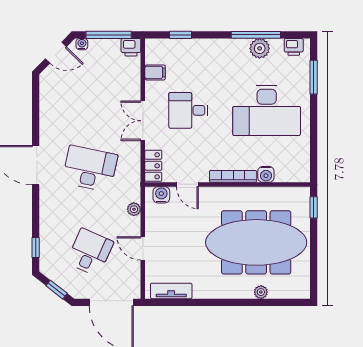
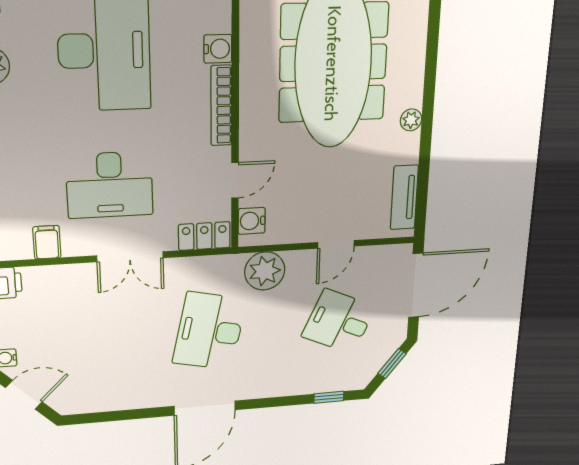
door: (56, 53) -> (24, 395), hinge flipped
desk: (188, 110) -> (110, 185), width x1.37
plant: (134, 209) -> (265, 271), width x1.88, depth x1.88
plant: (261, 292) -> (411, 120), moved

